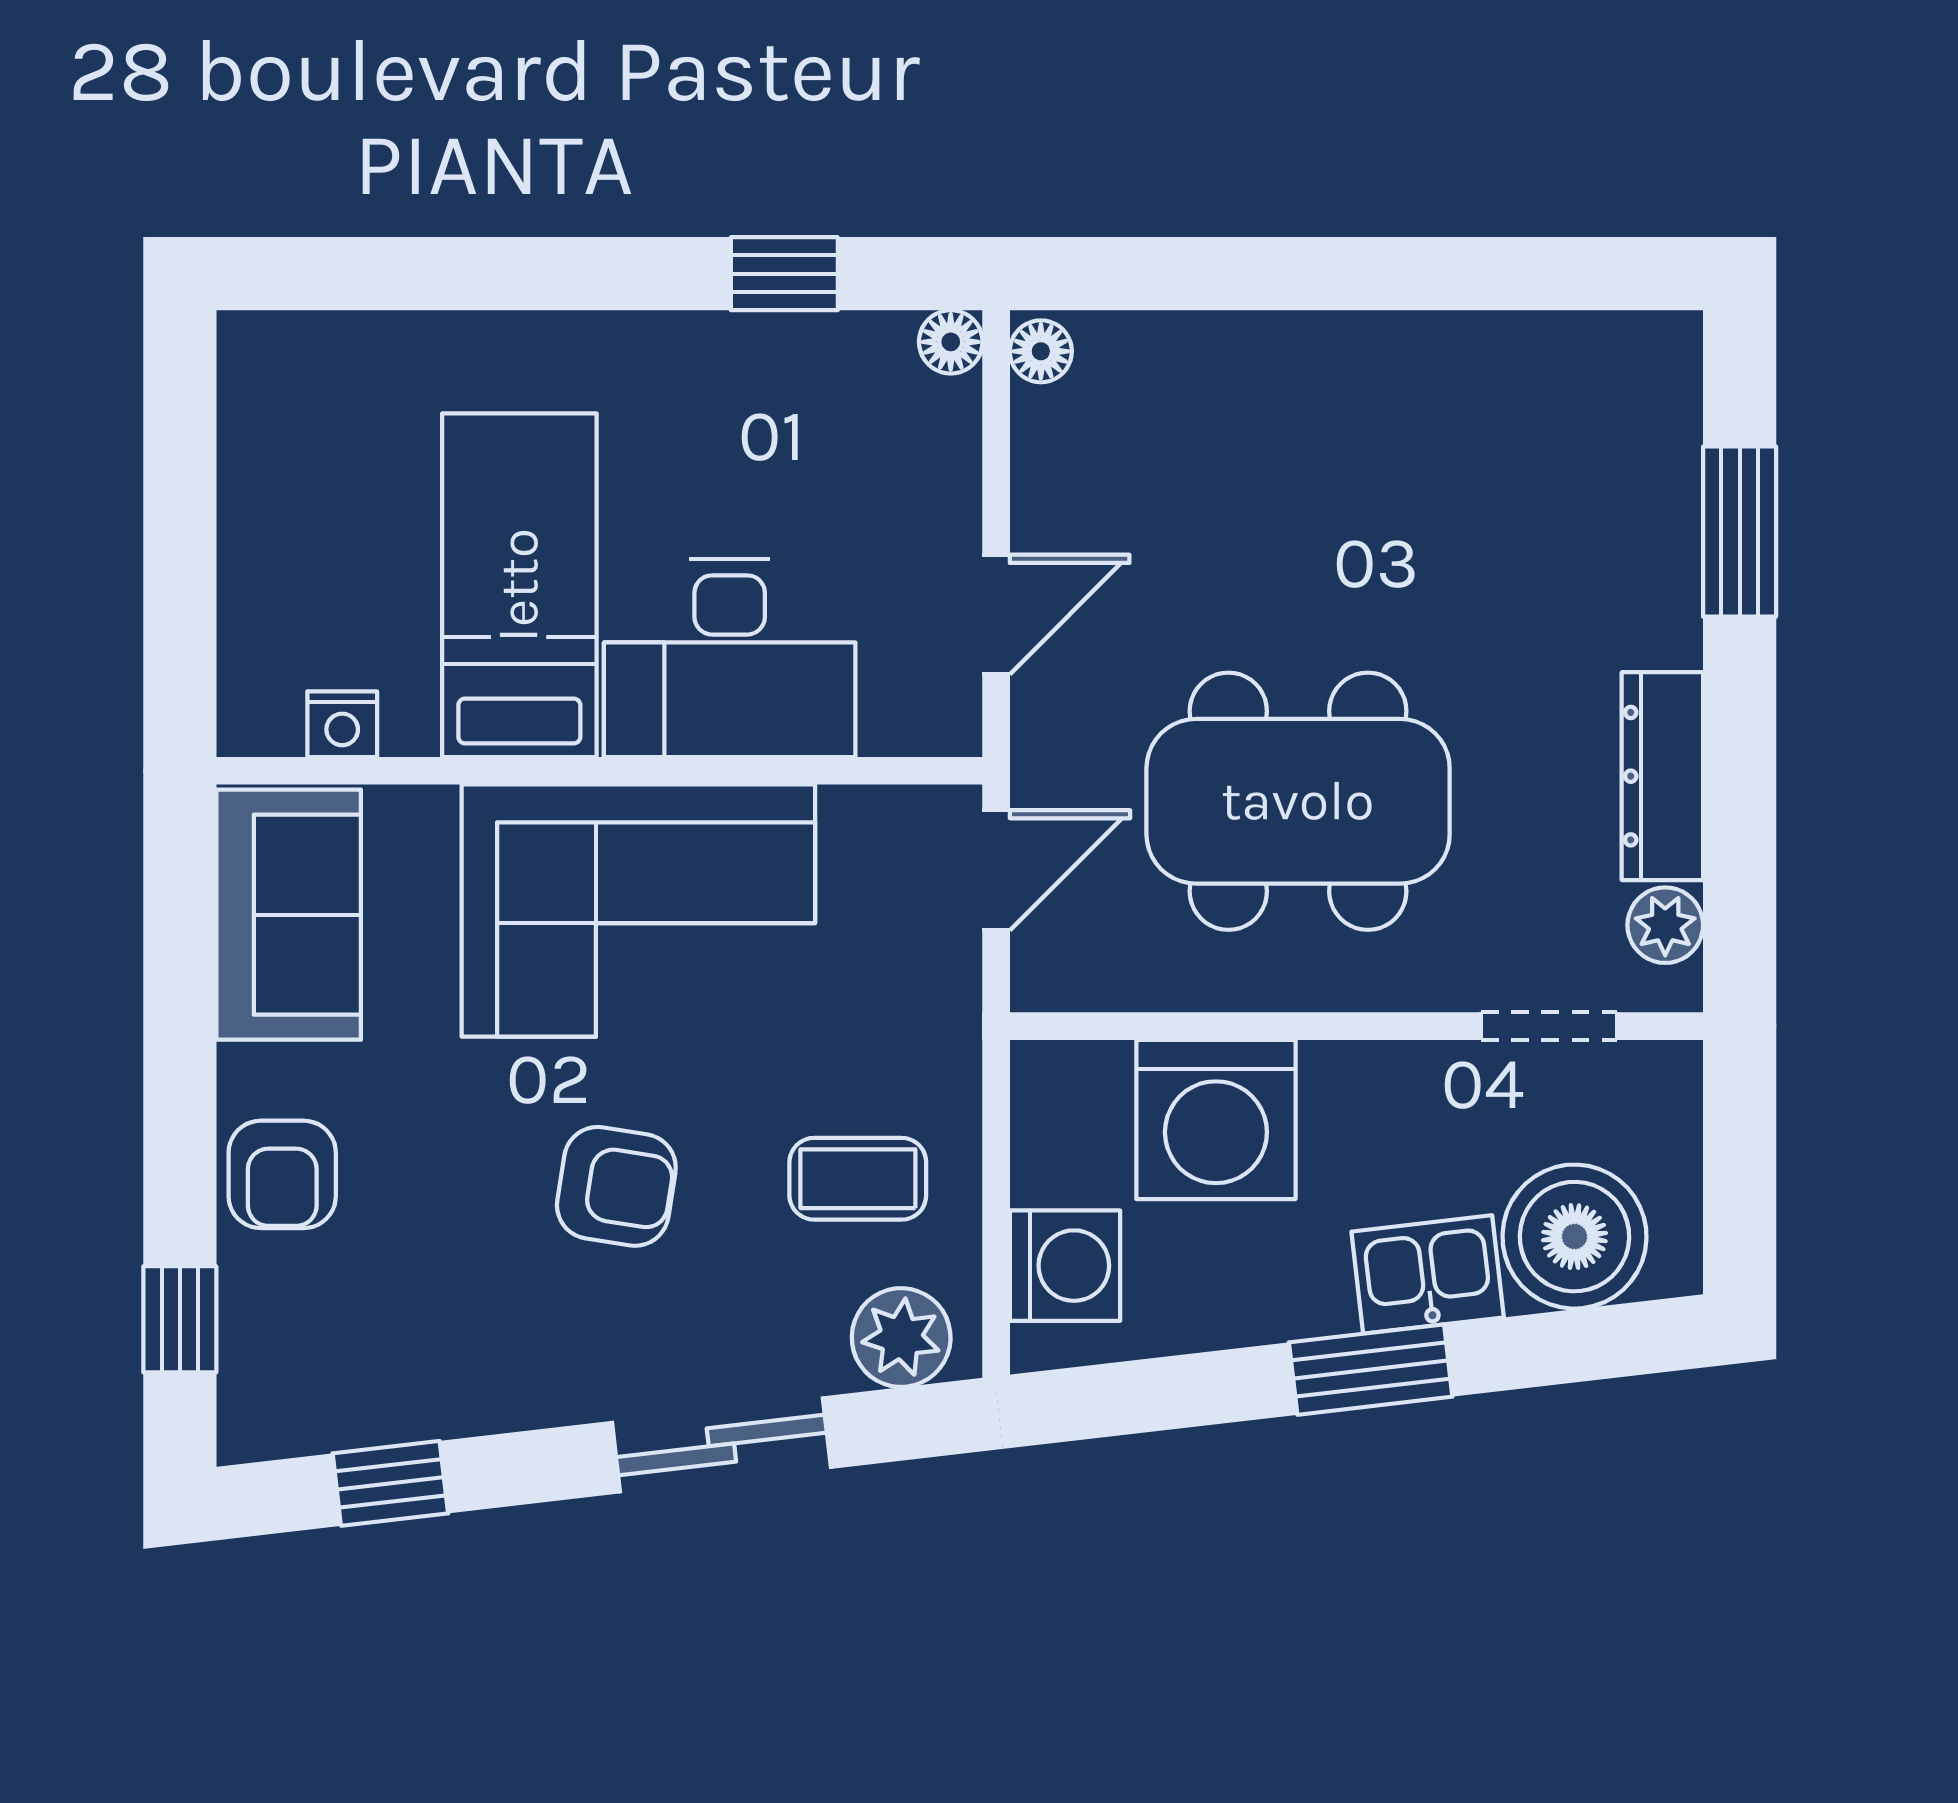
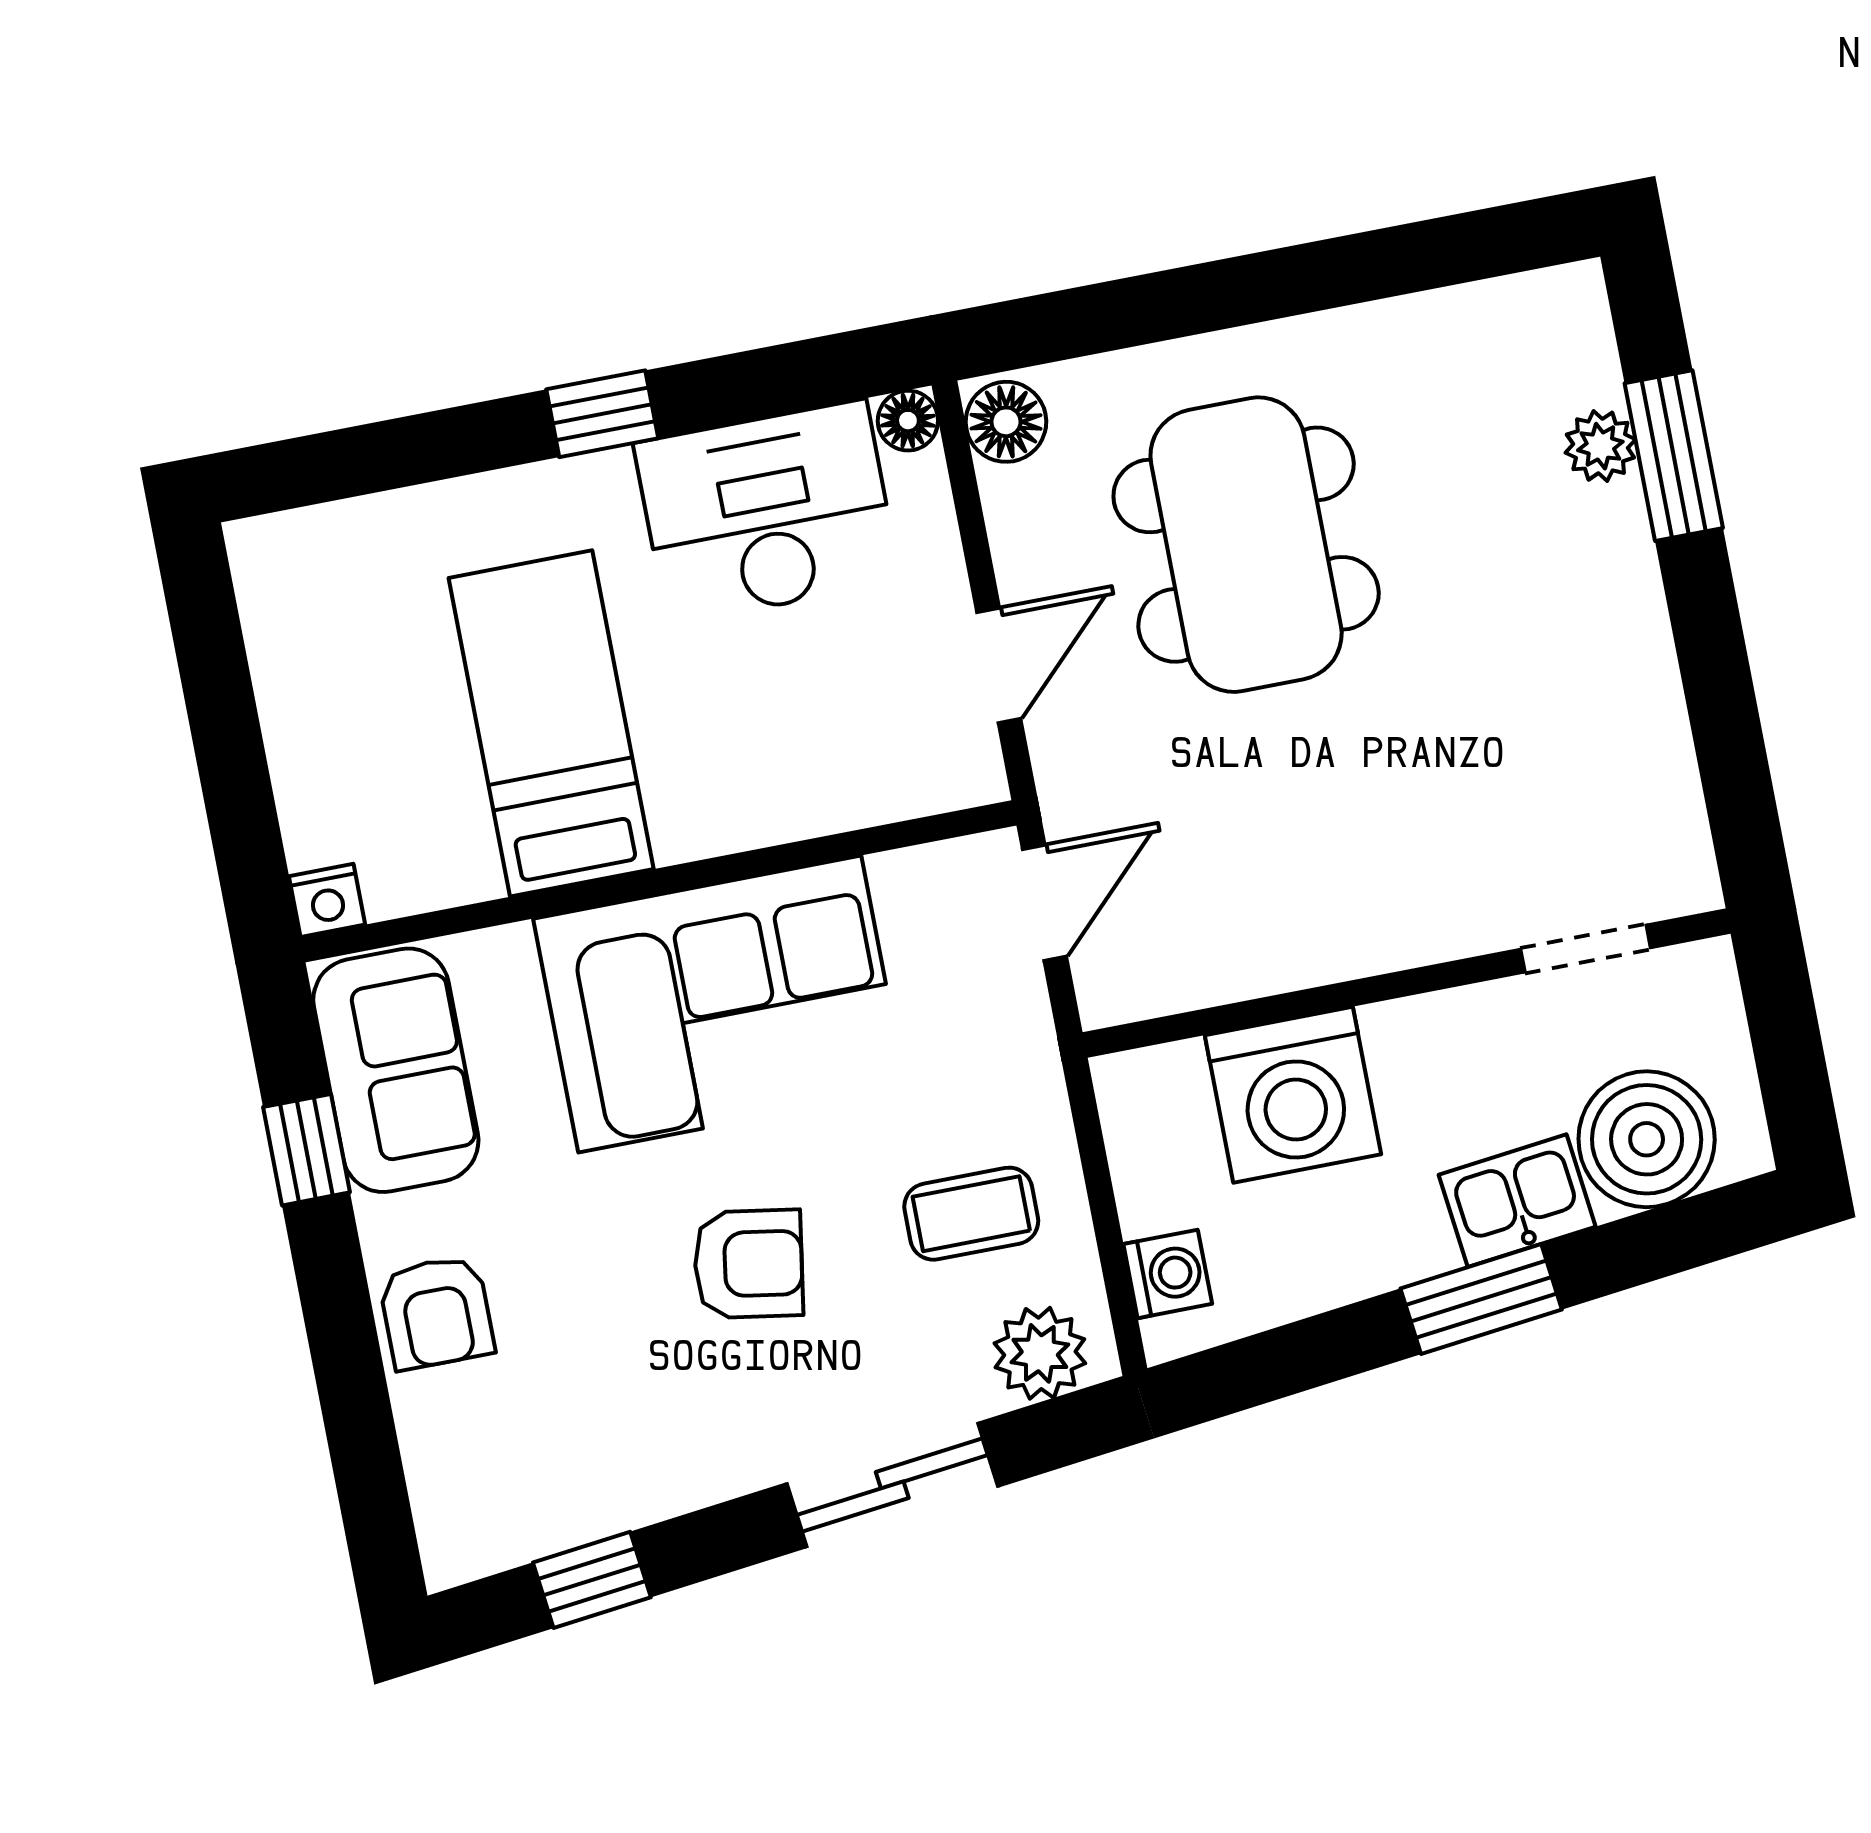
window: (784, 274) -> (602, 414), moved
floor lamp: (1041, 351) -> (1006, 422), width x1.37, depth x1.37
desk: (730, 658) -> (767, 512), moved, turned 180
nightstand: (342, 724) -> (327, 900), moved
dresser: (1662, 776) -> (1646, 696), removed
dining table: (1298, 801) -> (1246, 545), moved, turned 90
plant: (1665, 925) -> (1600, 446), moved
washing machine: (1065, 1266) -> (1168, 1274), width x0.73, depth x0.73
window: (180, 1319) -> (306, 1150), moved

